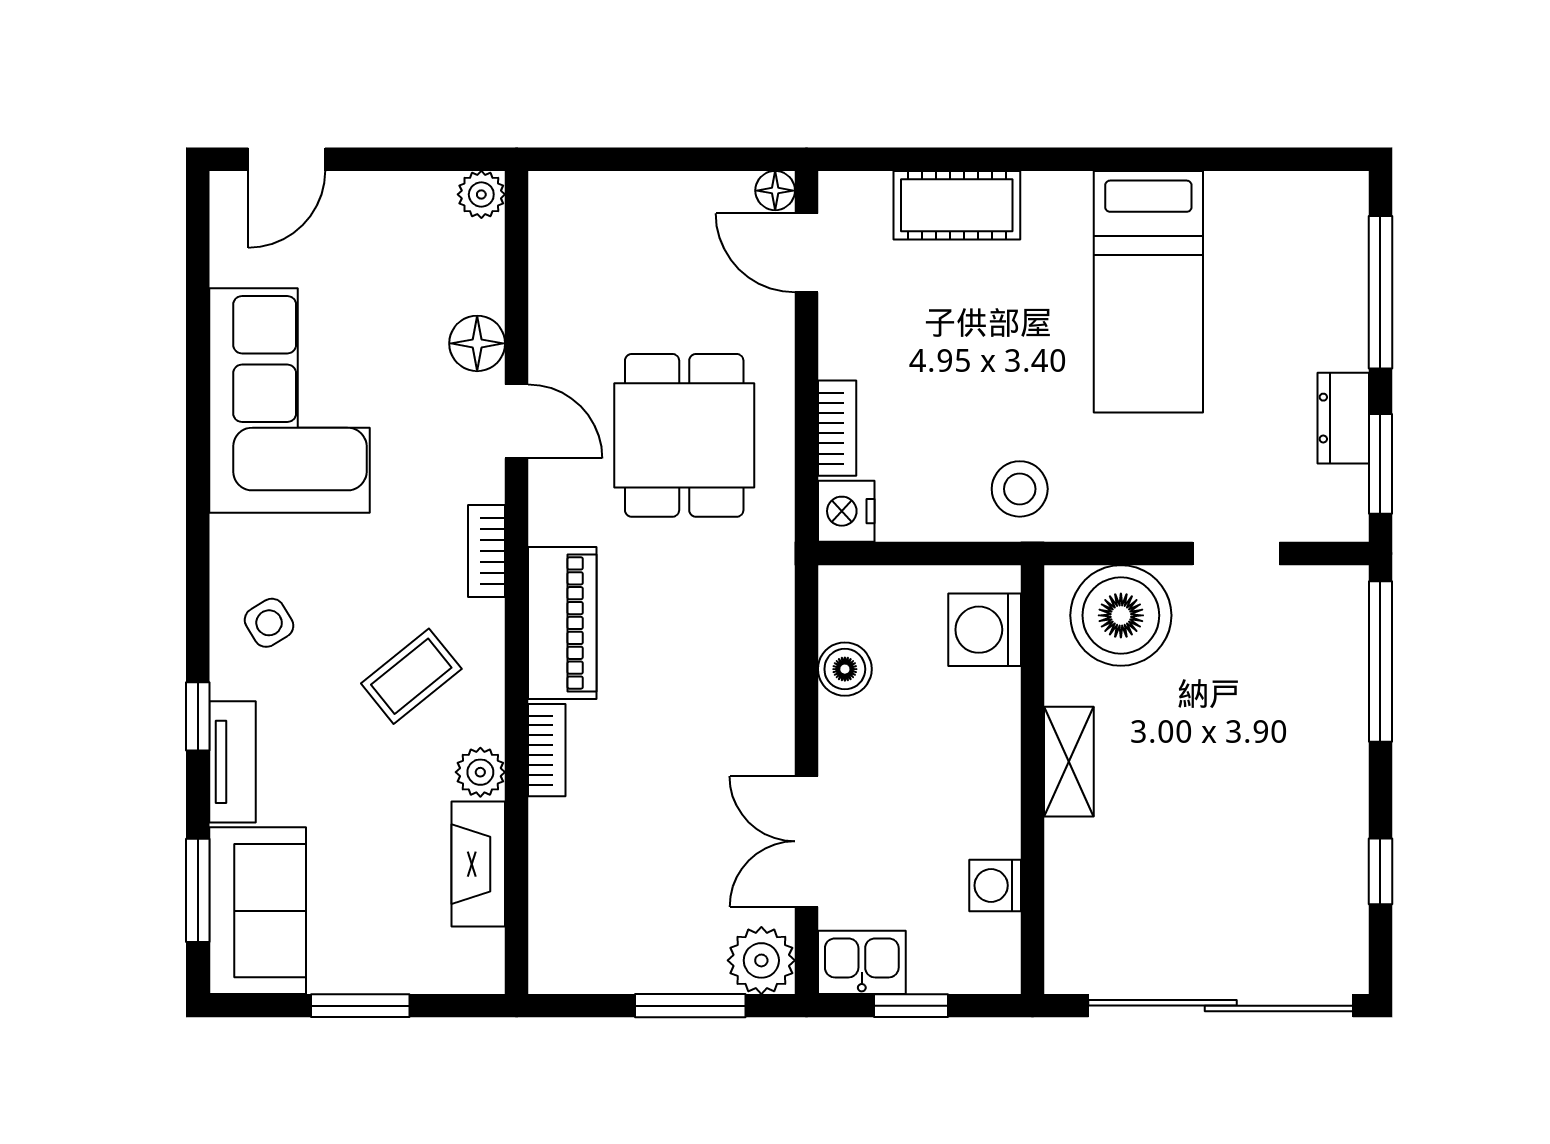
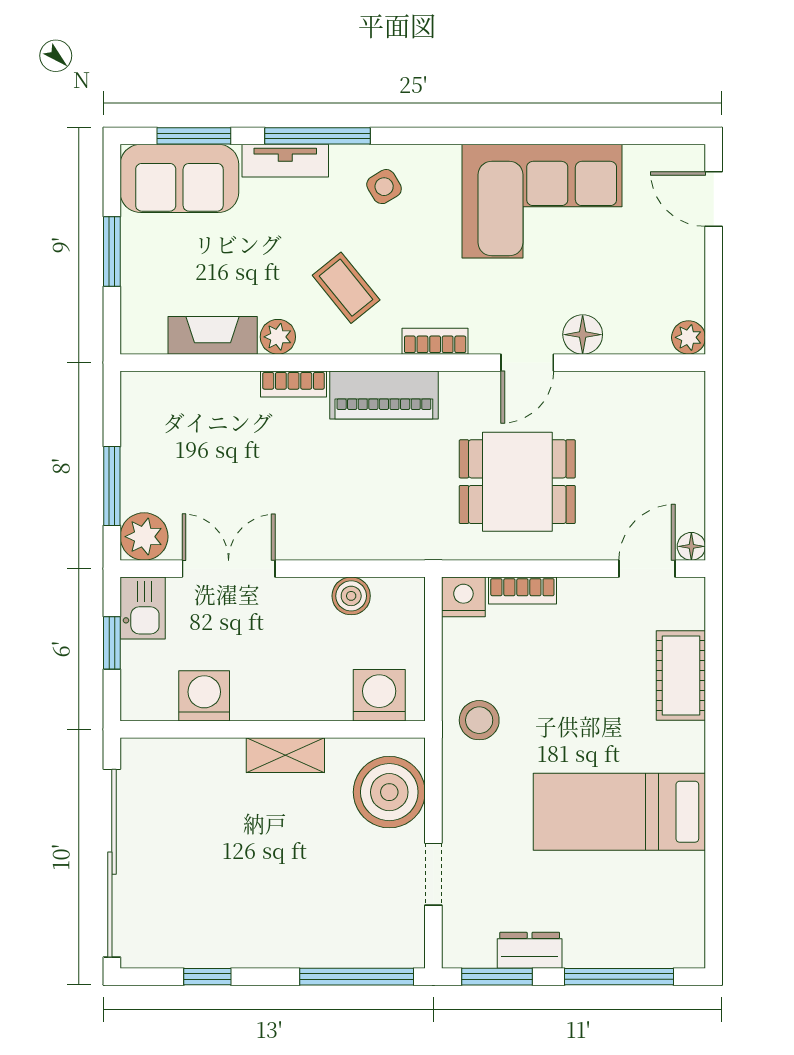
window: (198, 716) -> (318, 136), width x2.17
washing machine: (995, 885) -> (204, 696), width x1.38, depth x1.38

